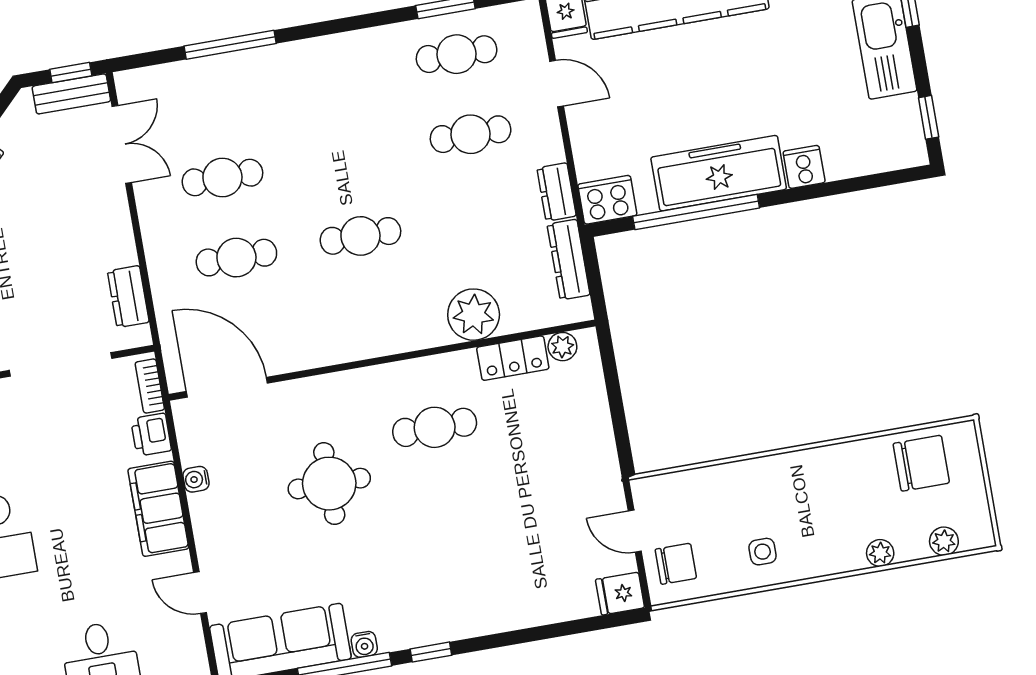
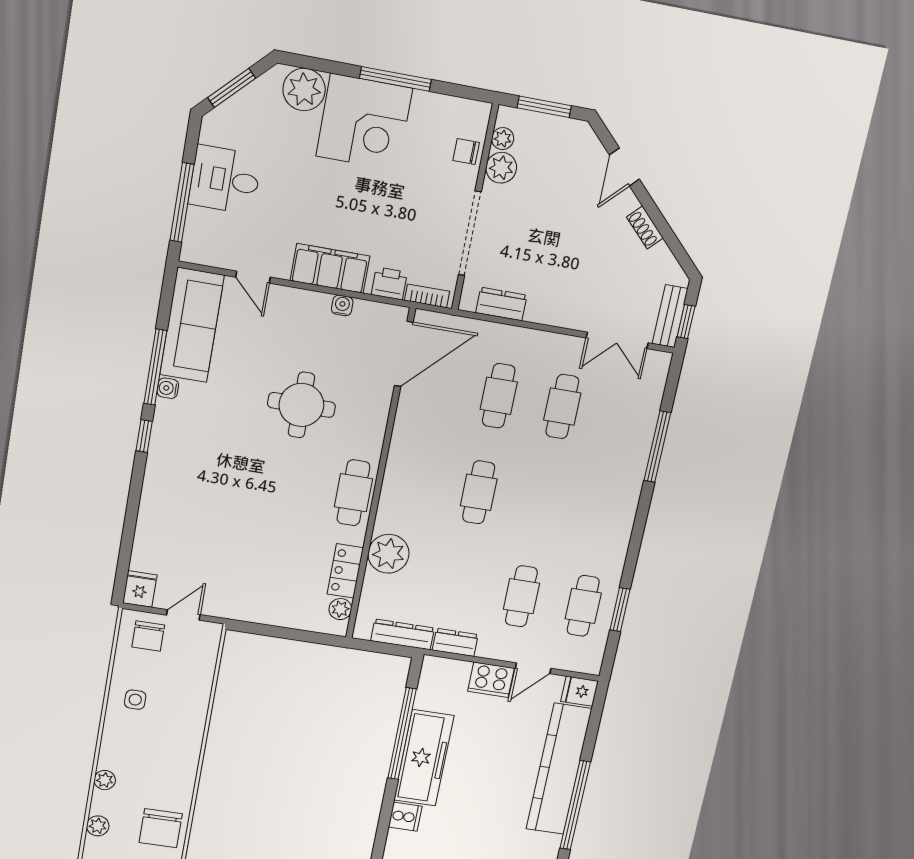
cooker: (607, 200) -> (491, 680), moved, turned 90
cafe table: (435, 427) -> (353, 493), moved
door: (200, 593) -> (253, 277), swing flipped

